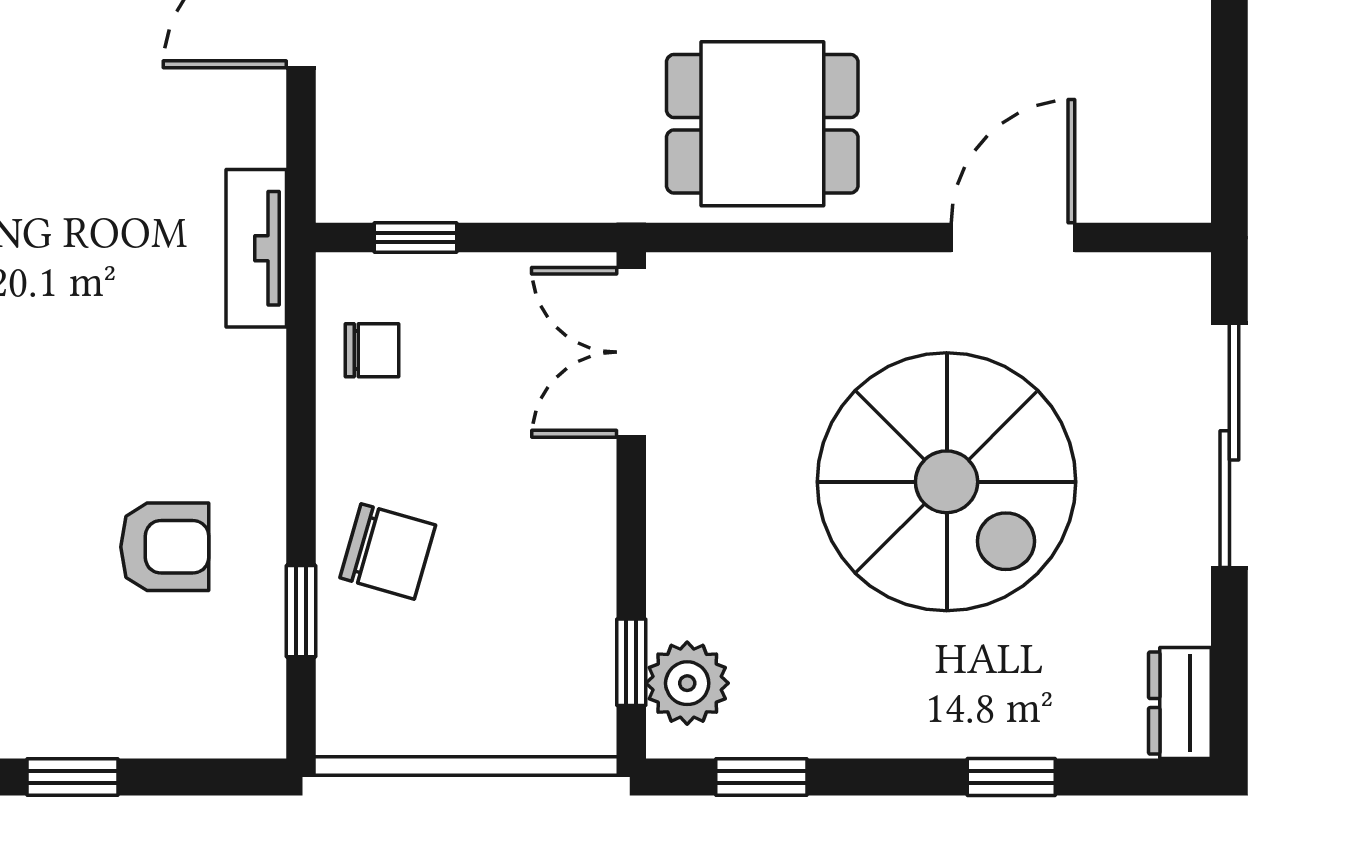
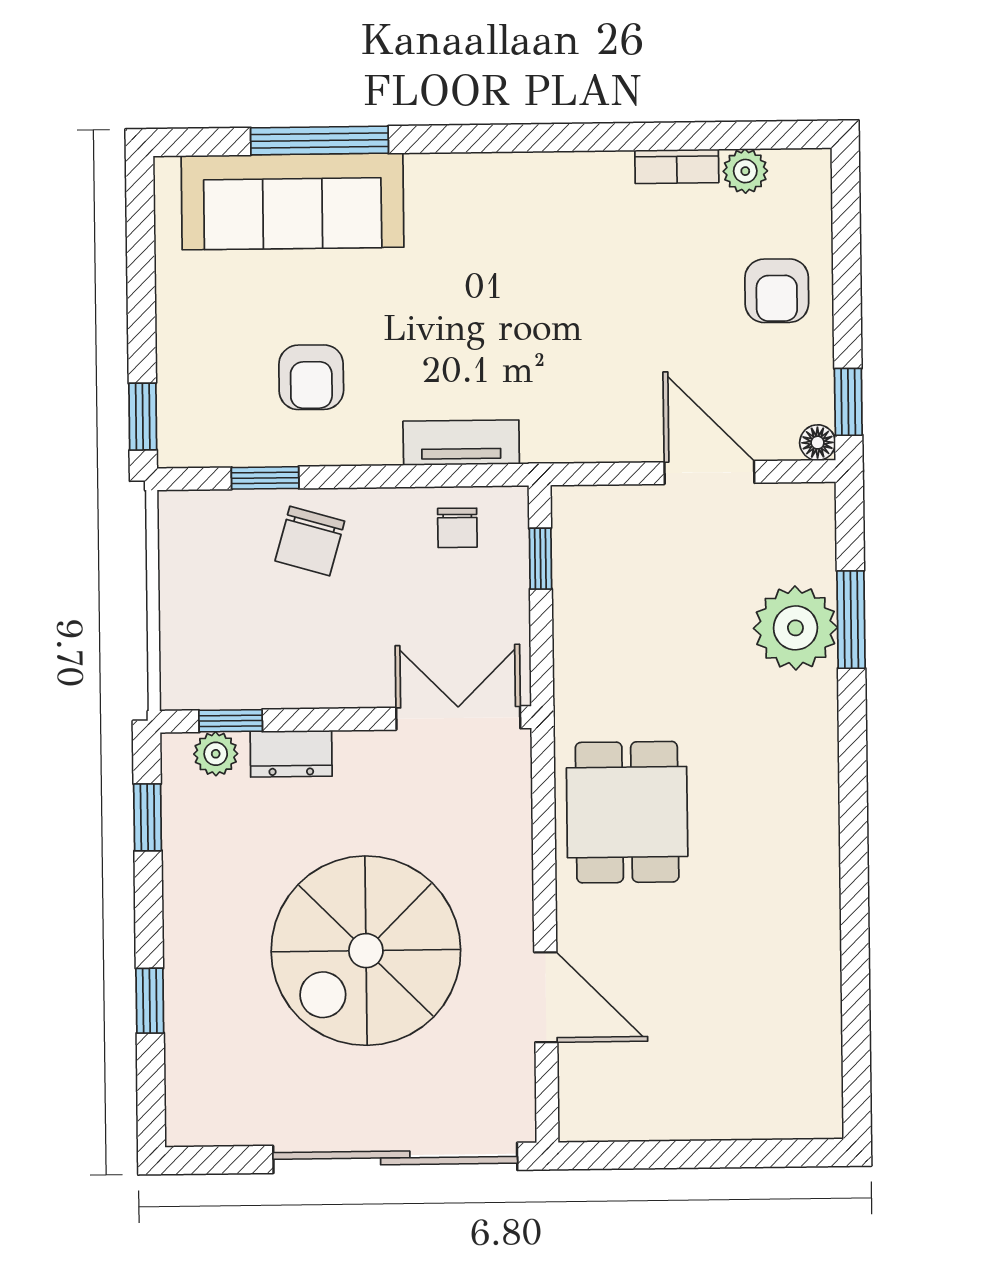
tv unit: (256, 248) -> (461, 443), moved
sliding door: (1229, 445) -> (395, 1158), width x1.36
plant: (687, 683) -> (216, 754), width x0.73, depth x0.73
dresser: (1180, 703) -> (291, 754), moved, turned 180
window: (73, 777) -> (143, 417), moved

